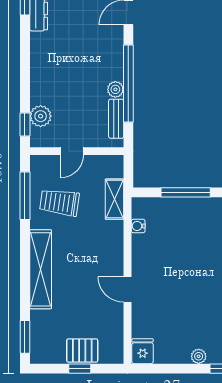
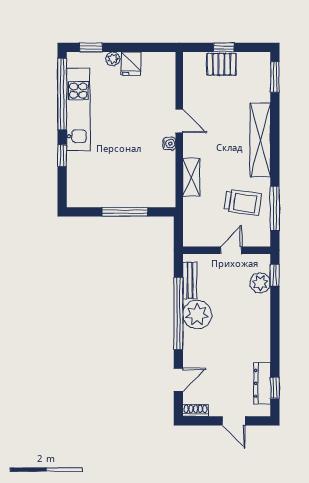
plant: (115, 89) -> (197, 315), width x1.87, depth x1.87
shelving: (115, 199) -> (191, 177), moved
water cooler: (138, 226) -> (169, 144), moved
fridge: (143, 351) -> (131, 64), moved

